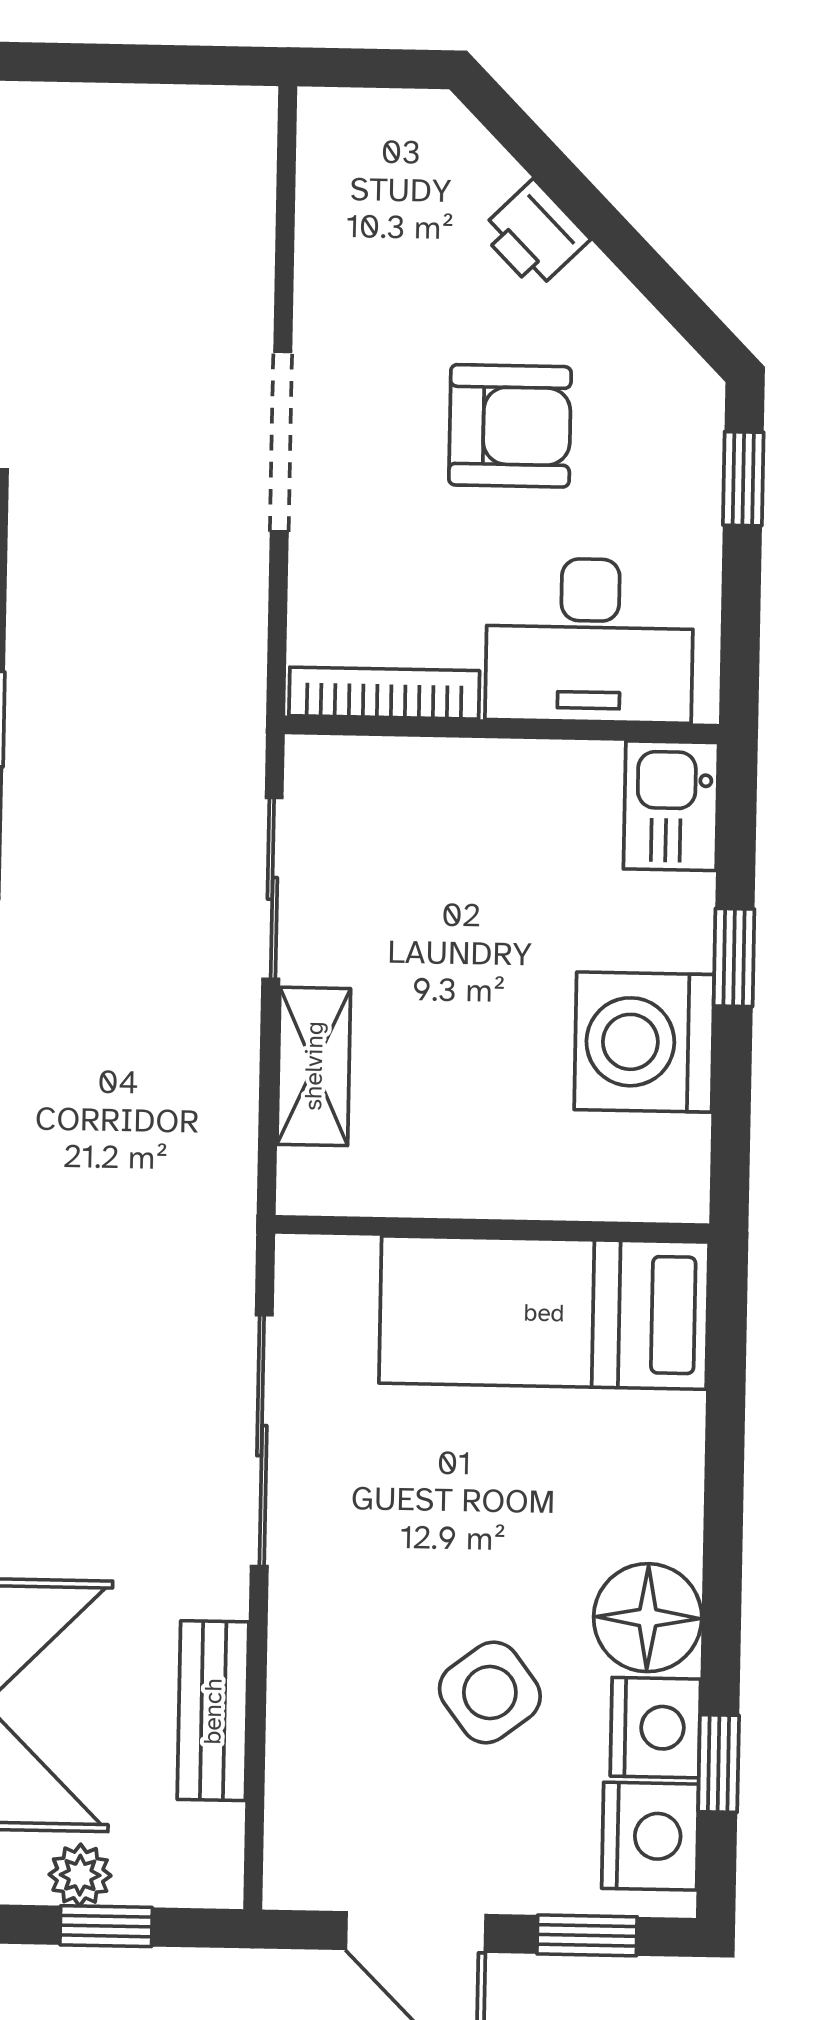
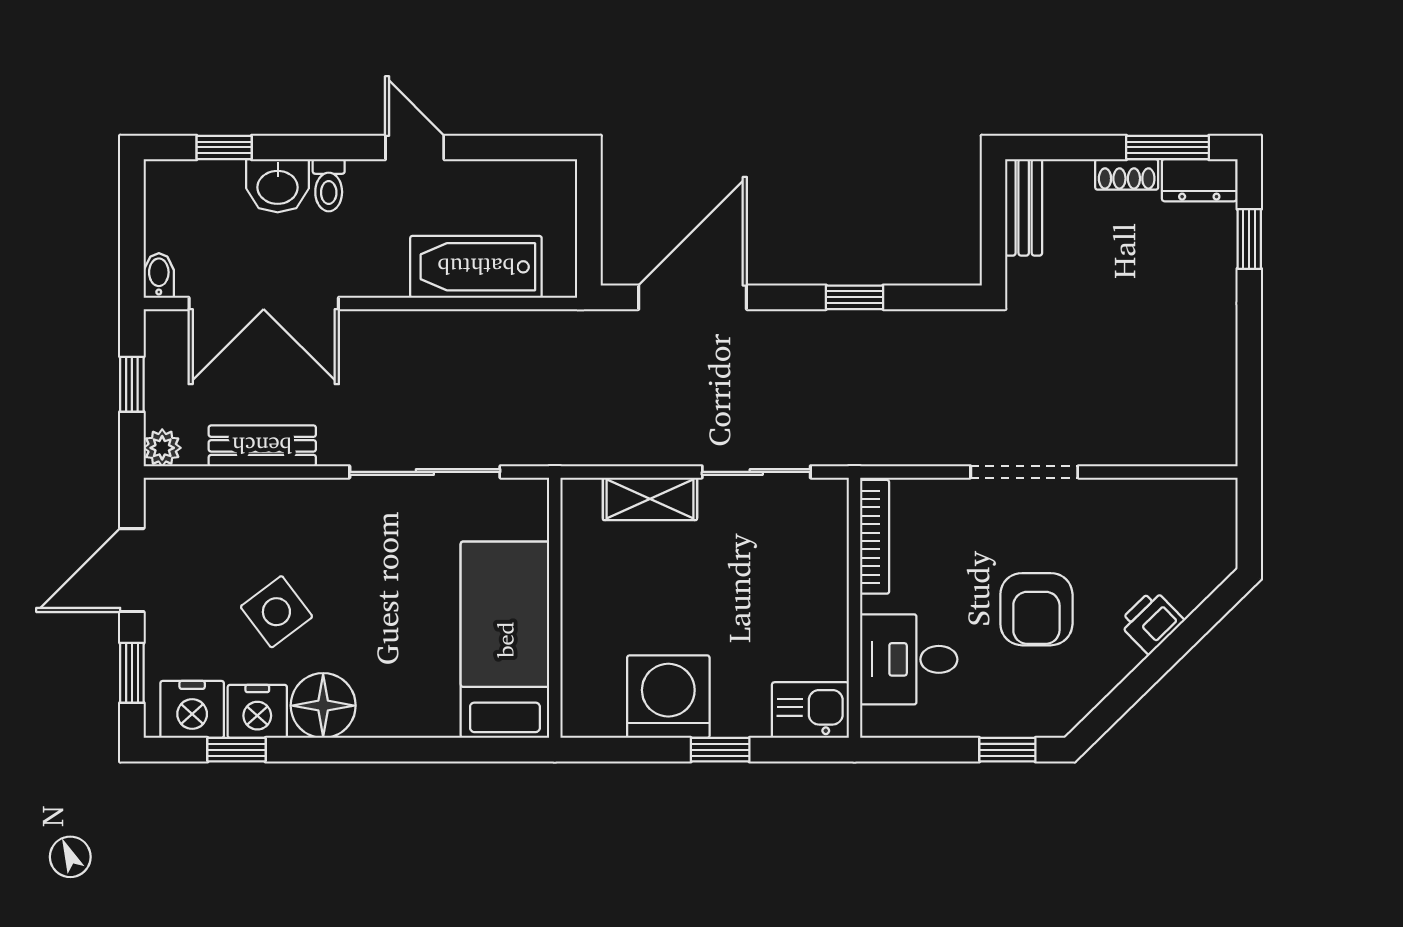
desk: (590, 640) -> (909, 659), width x0.73
plant: (80, 1875) -> (162, 448), moved

